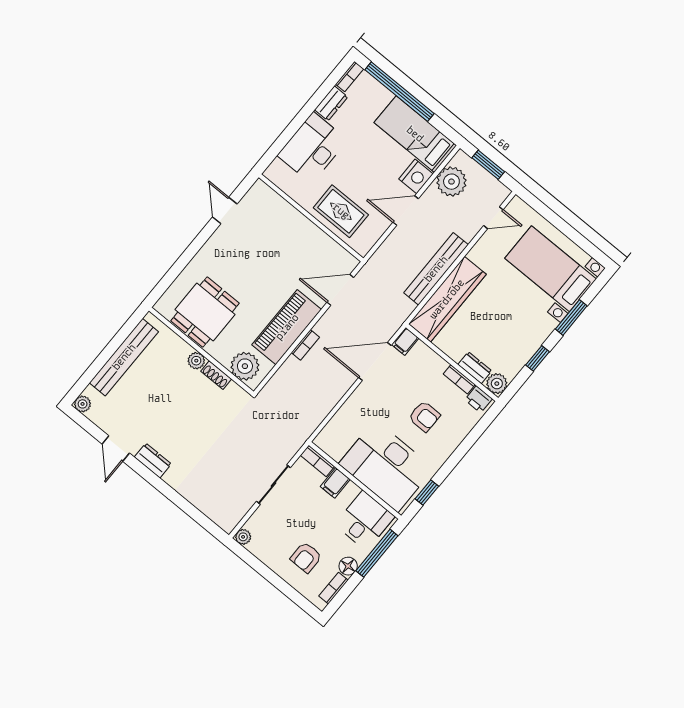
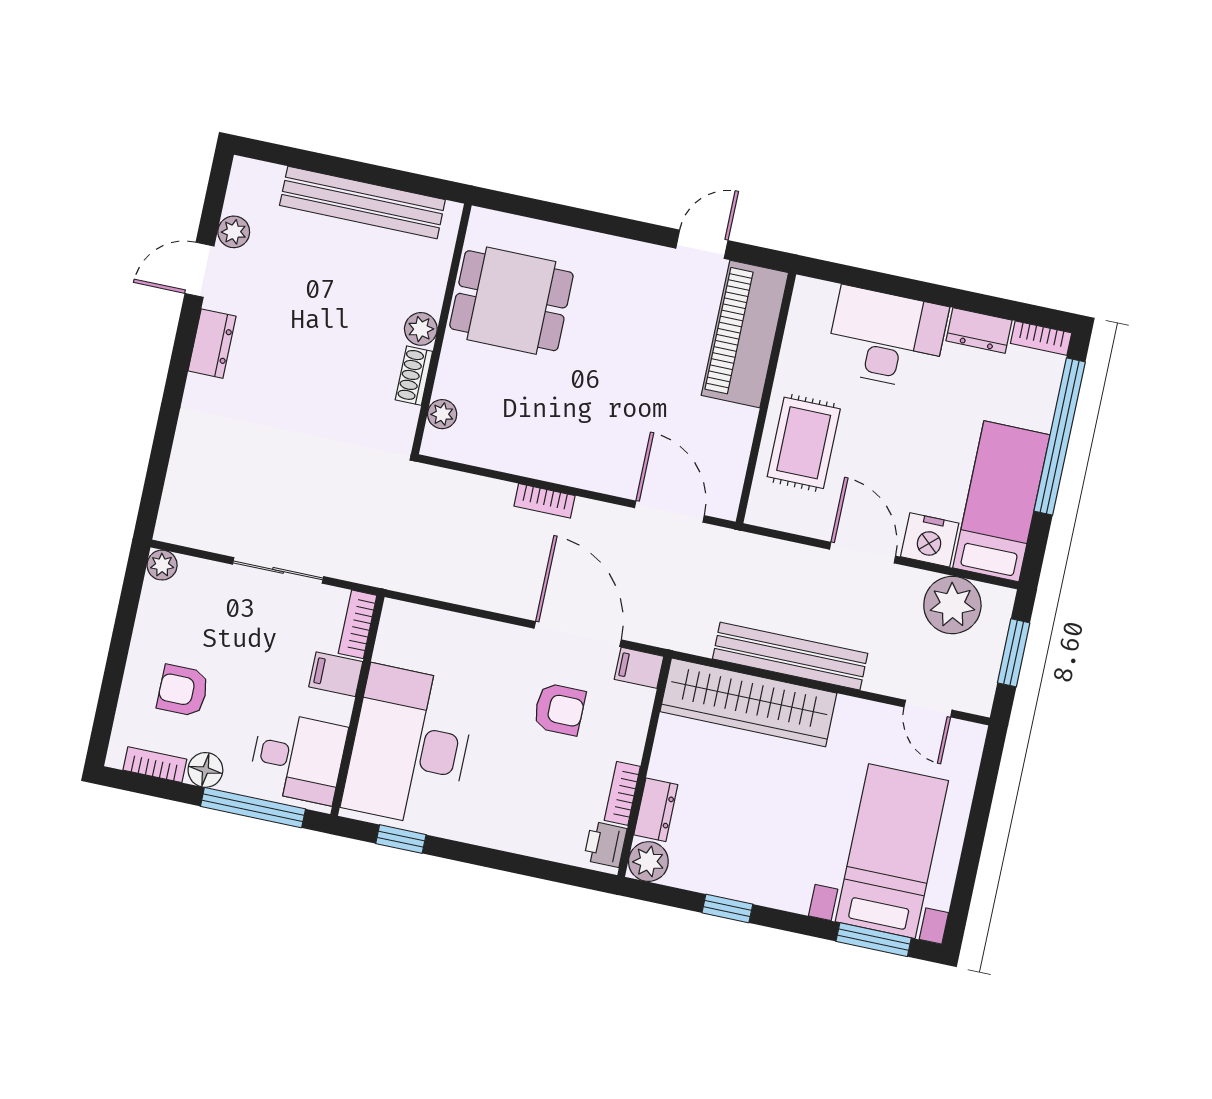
window: (571, 317) -> (874, 940), moved
piano: (287, 327) -> (745, 334), moved, turned -90
plant: (245, 366) -> (442, 414), width x0.53, depth x0.53
plant: (83, 404) -> (234, 232), moved
armchair: (424, 416) -> (559, 709), moved, turned -90

